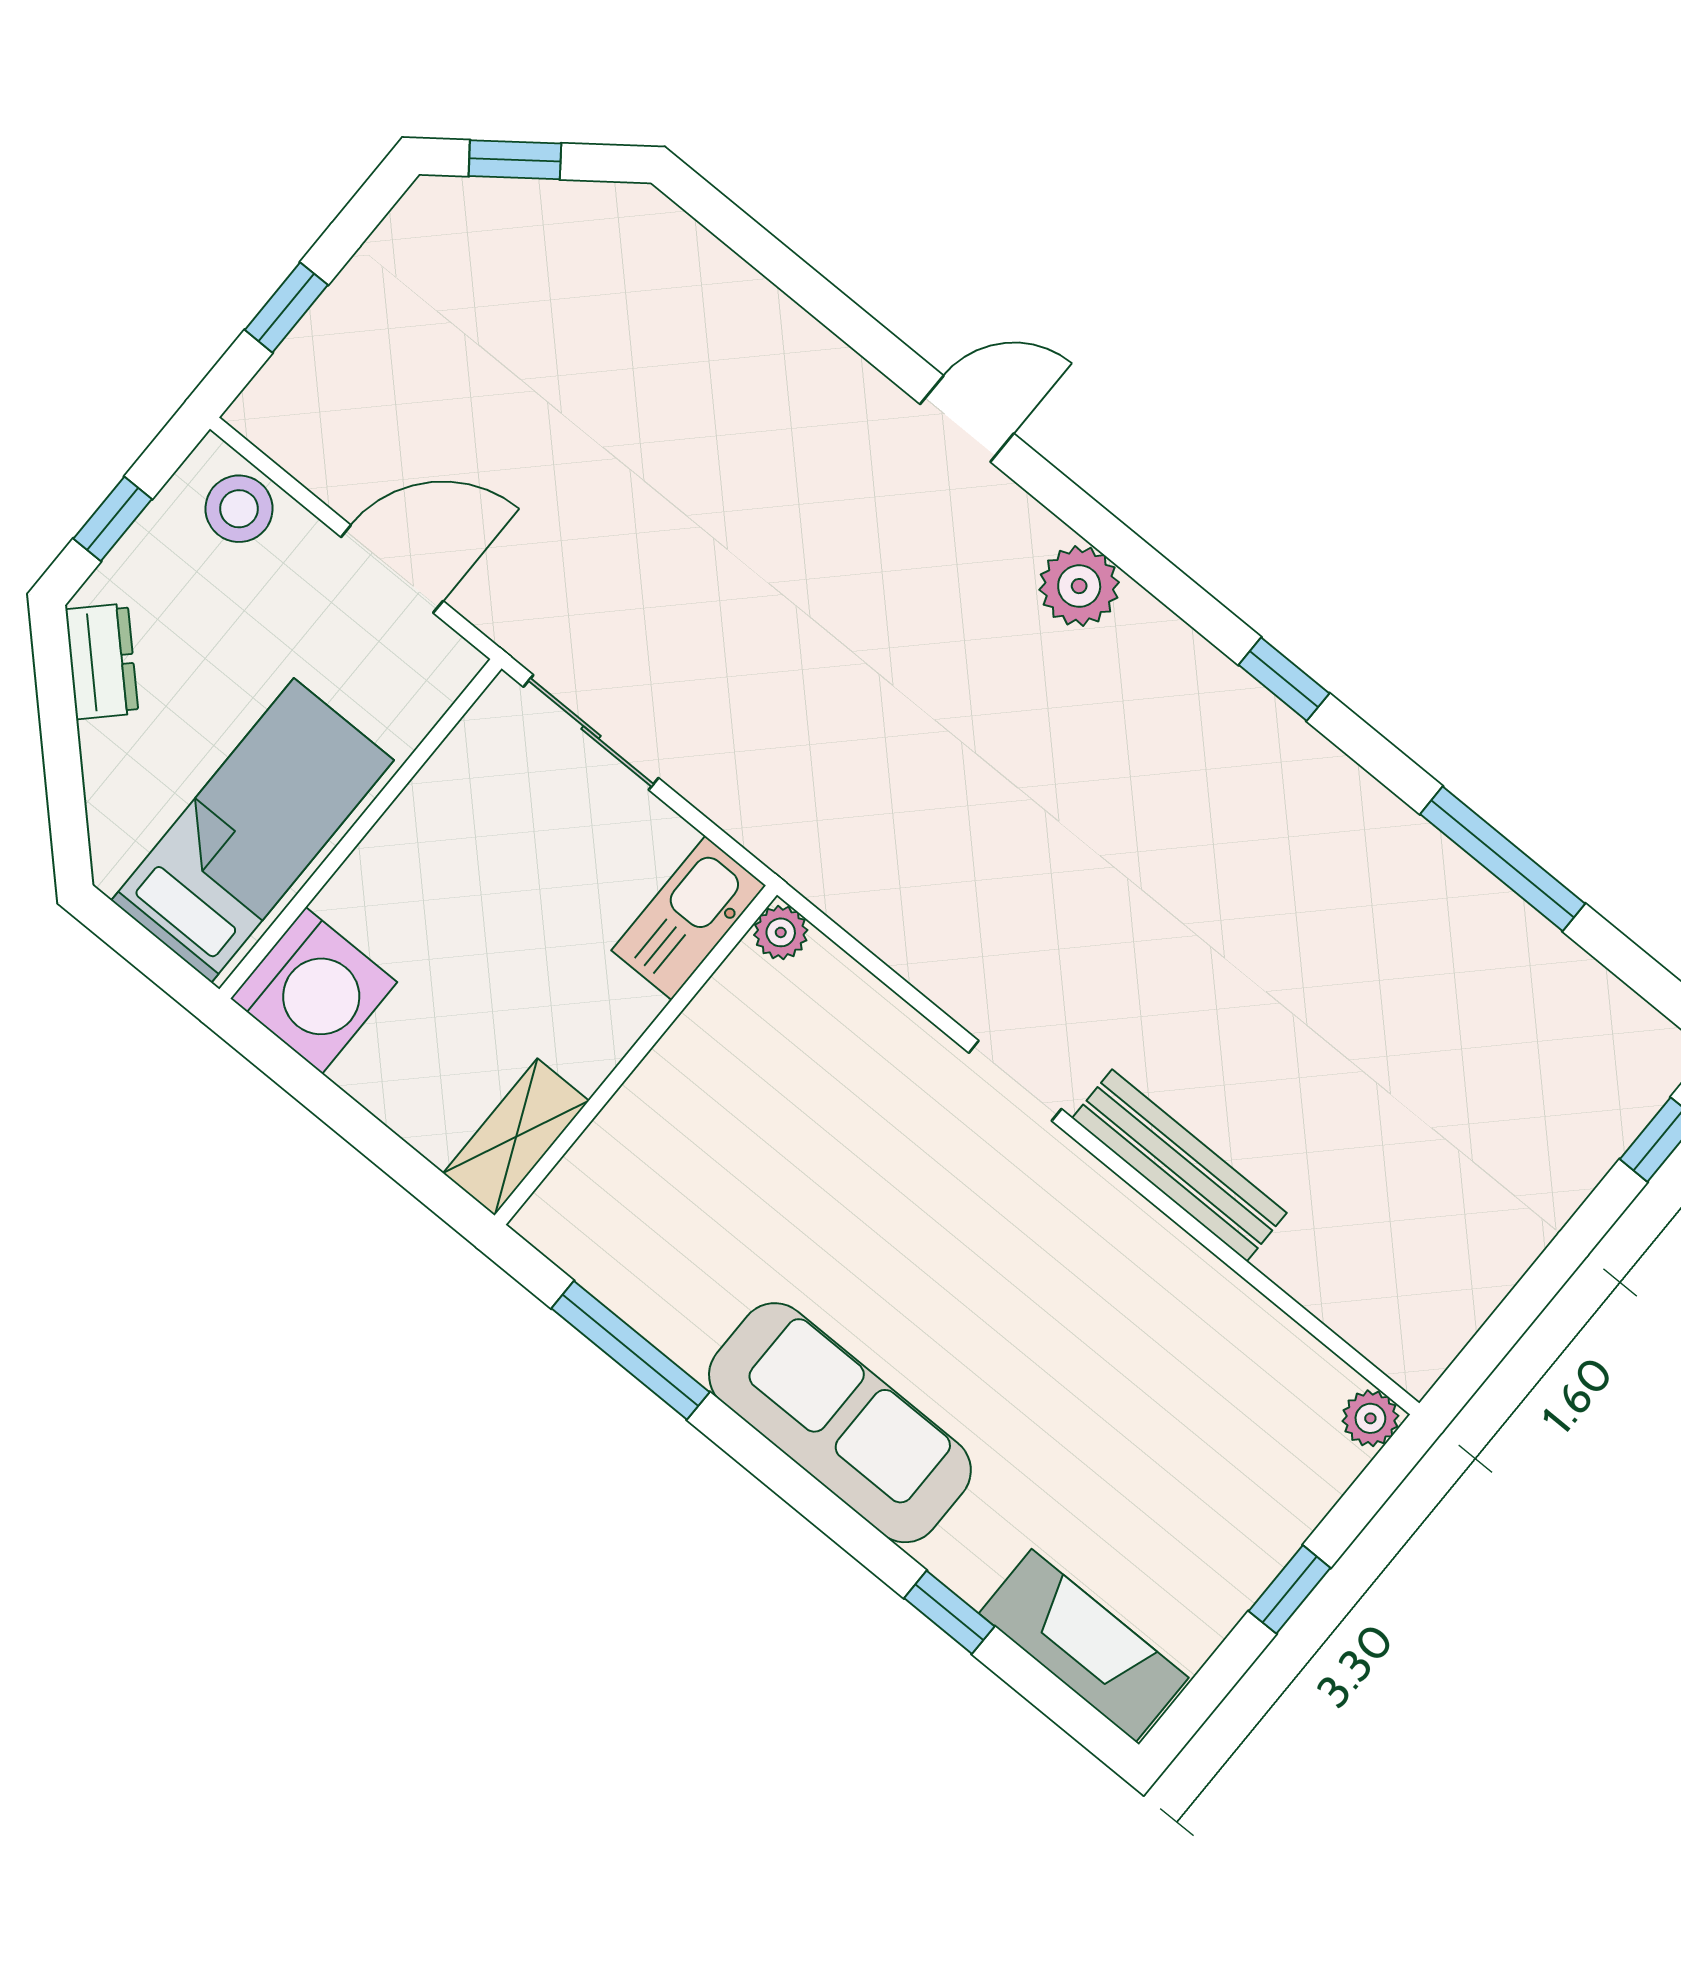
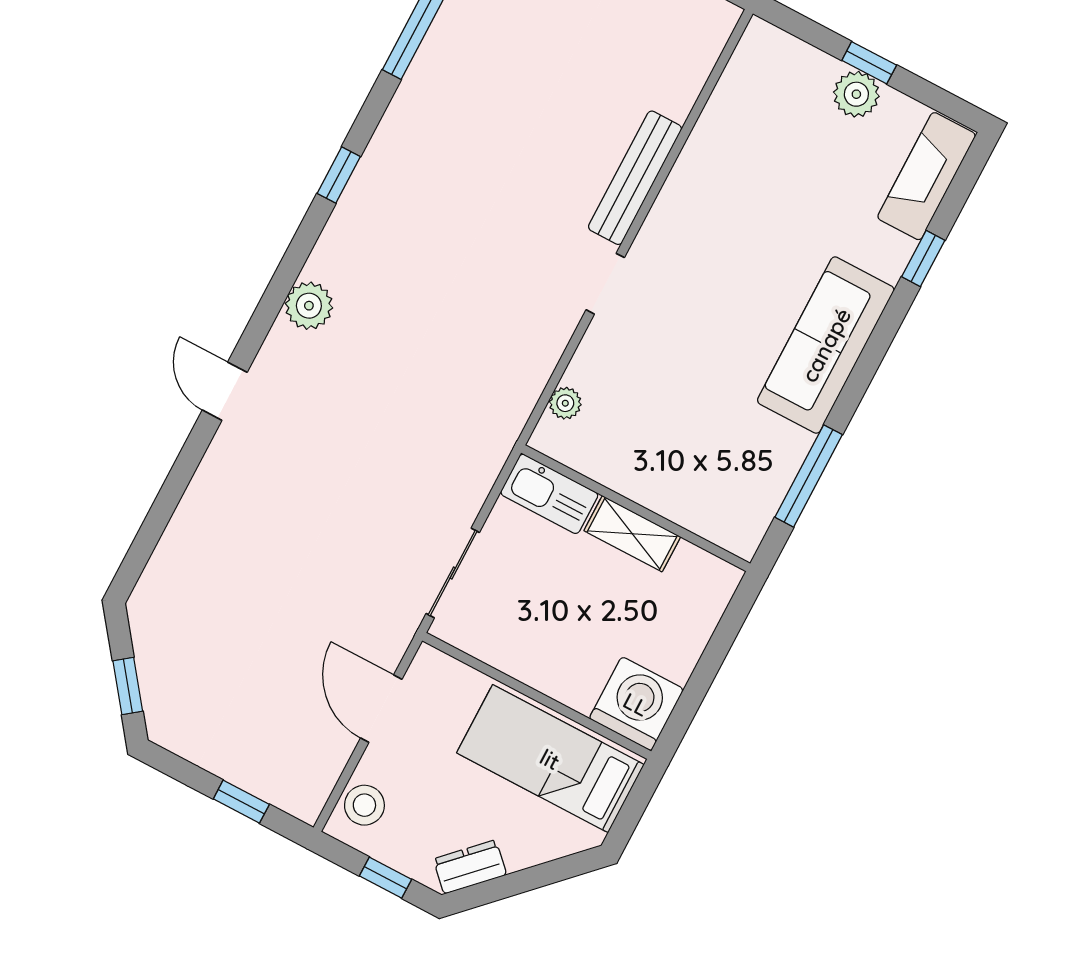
plant: (781, 932) -> (565, 403), moved
shelving: (516, 1137) -> (632, 534), moved
plant: (1370, 1418) -> (856, 94), moved, width x1.38, depth x1.38

